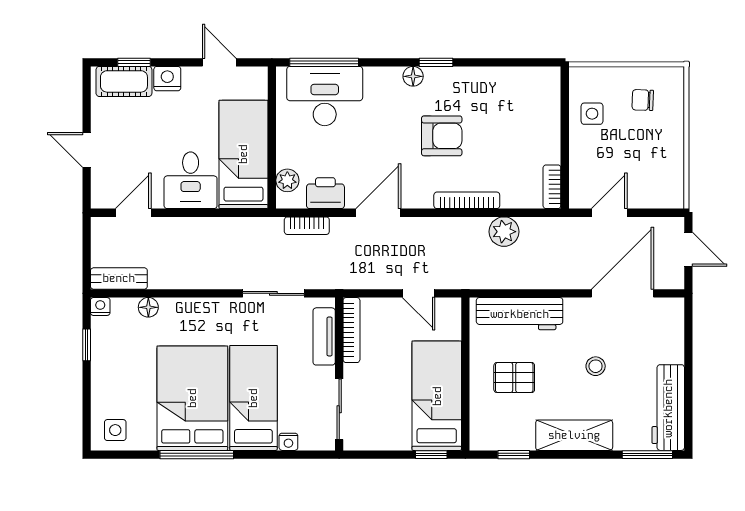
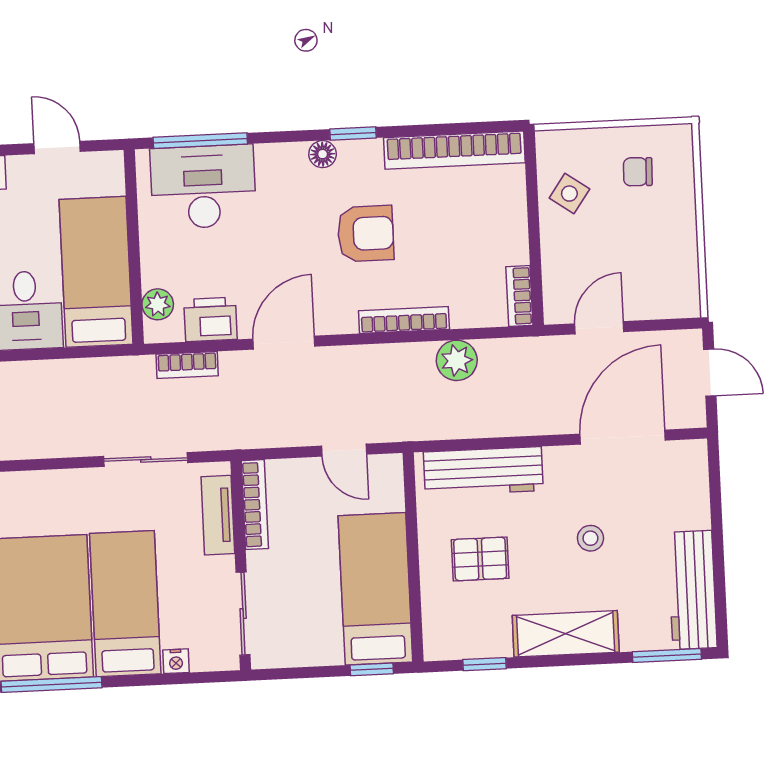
bookcase: (509, 78) -> (454, 150), added
side table: (592, 114) -> (569, 194), turned 35

